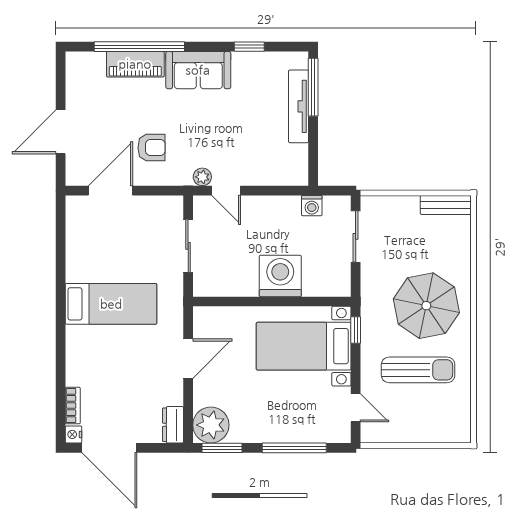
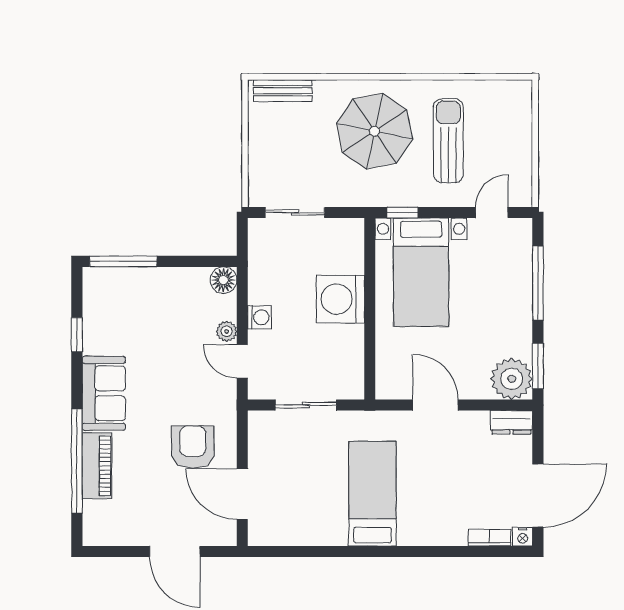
tv unit: (299, 106) -> (145, 278), removed
armchair: (152, 148) -> (193, 447), width x1.38, depth x1.38
floor lamp: (297, 174) -> (224, 280), added
plant: (202, 177) -> (227, 331), moved
door: (226, 191) -> (242, 361), swing flipped
bench: (446, 205) -> (283, 91), moved, turned 90
washing machine: (312, 206) -> (259, 317), moved

